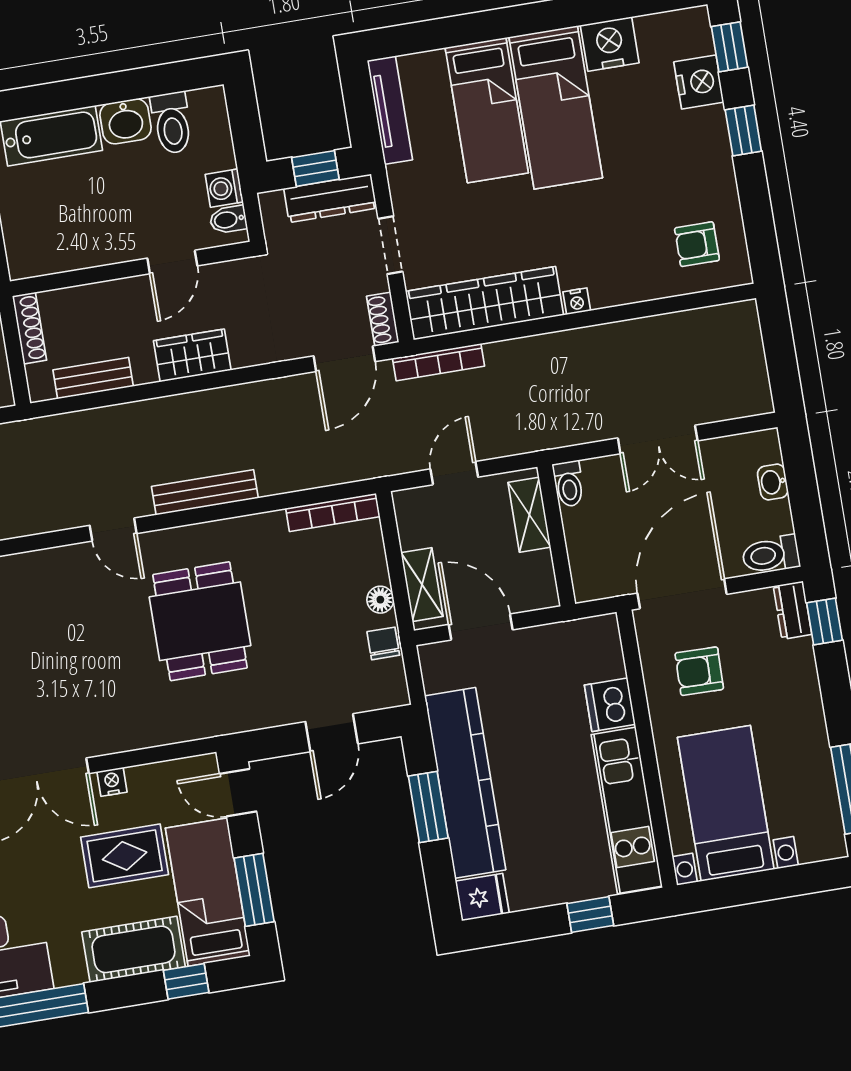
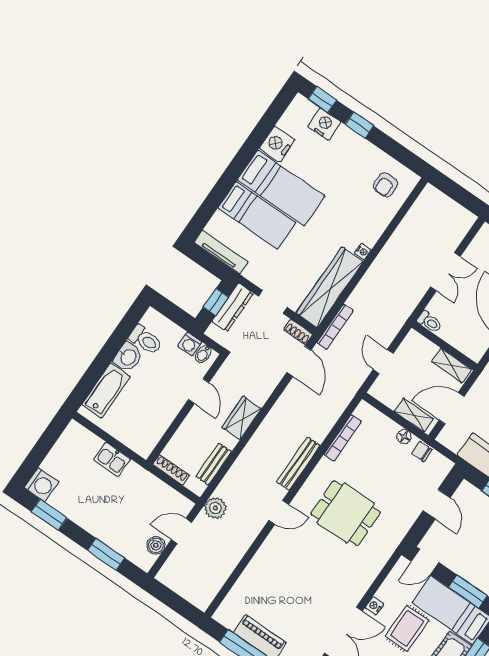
plant: (36, 438) -> (215, 508), added
bookcase: (333, 512) -> (342, 438), moved
shelving: (529, 515) -> (451, 365), moved

